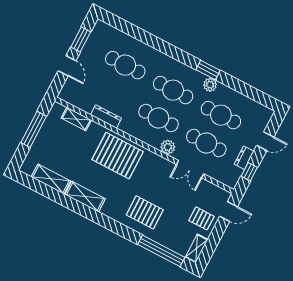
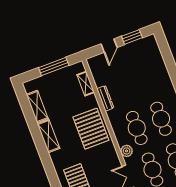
cafe table: (125, 65) -> (145, 77), removed

